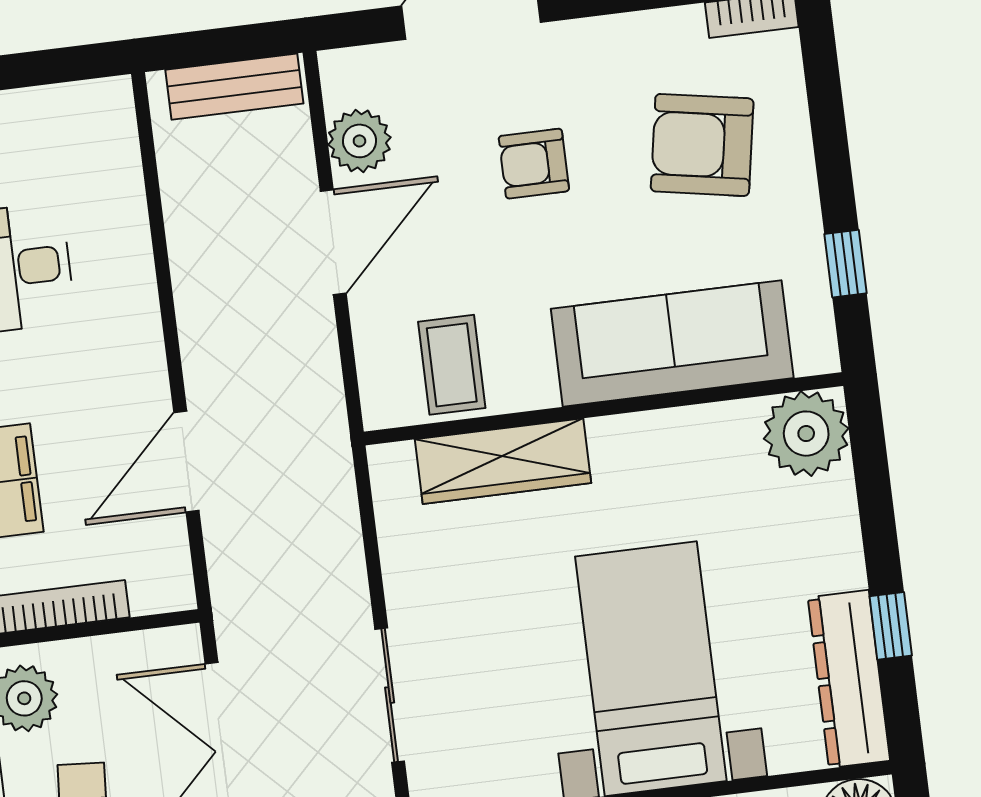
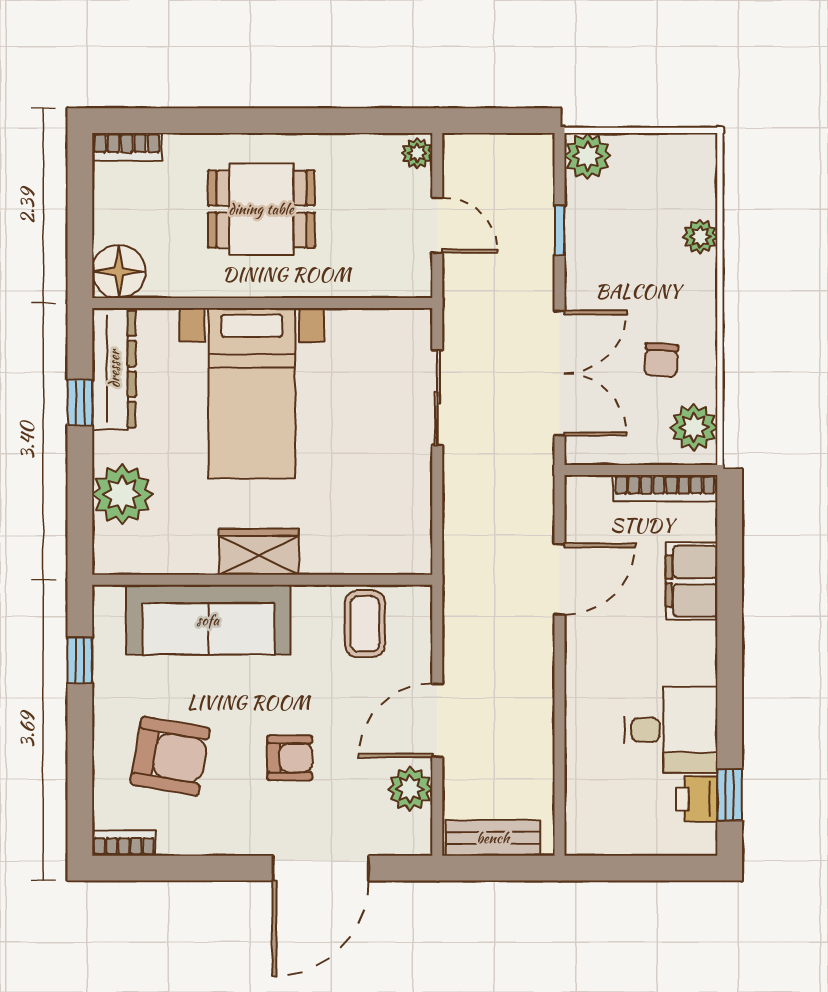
plant: (806, 434) -> (122, 494), moved
wardrobe: (503, 461) -> (259, 552), moved, width x0.67

